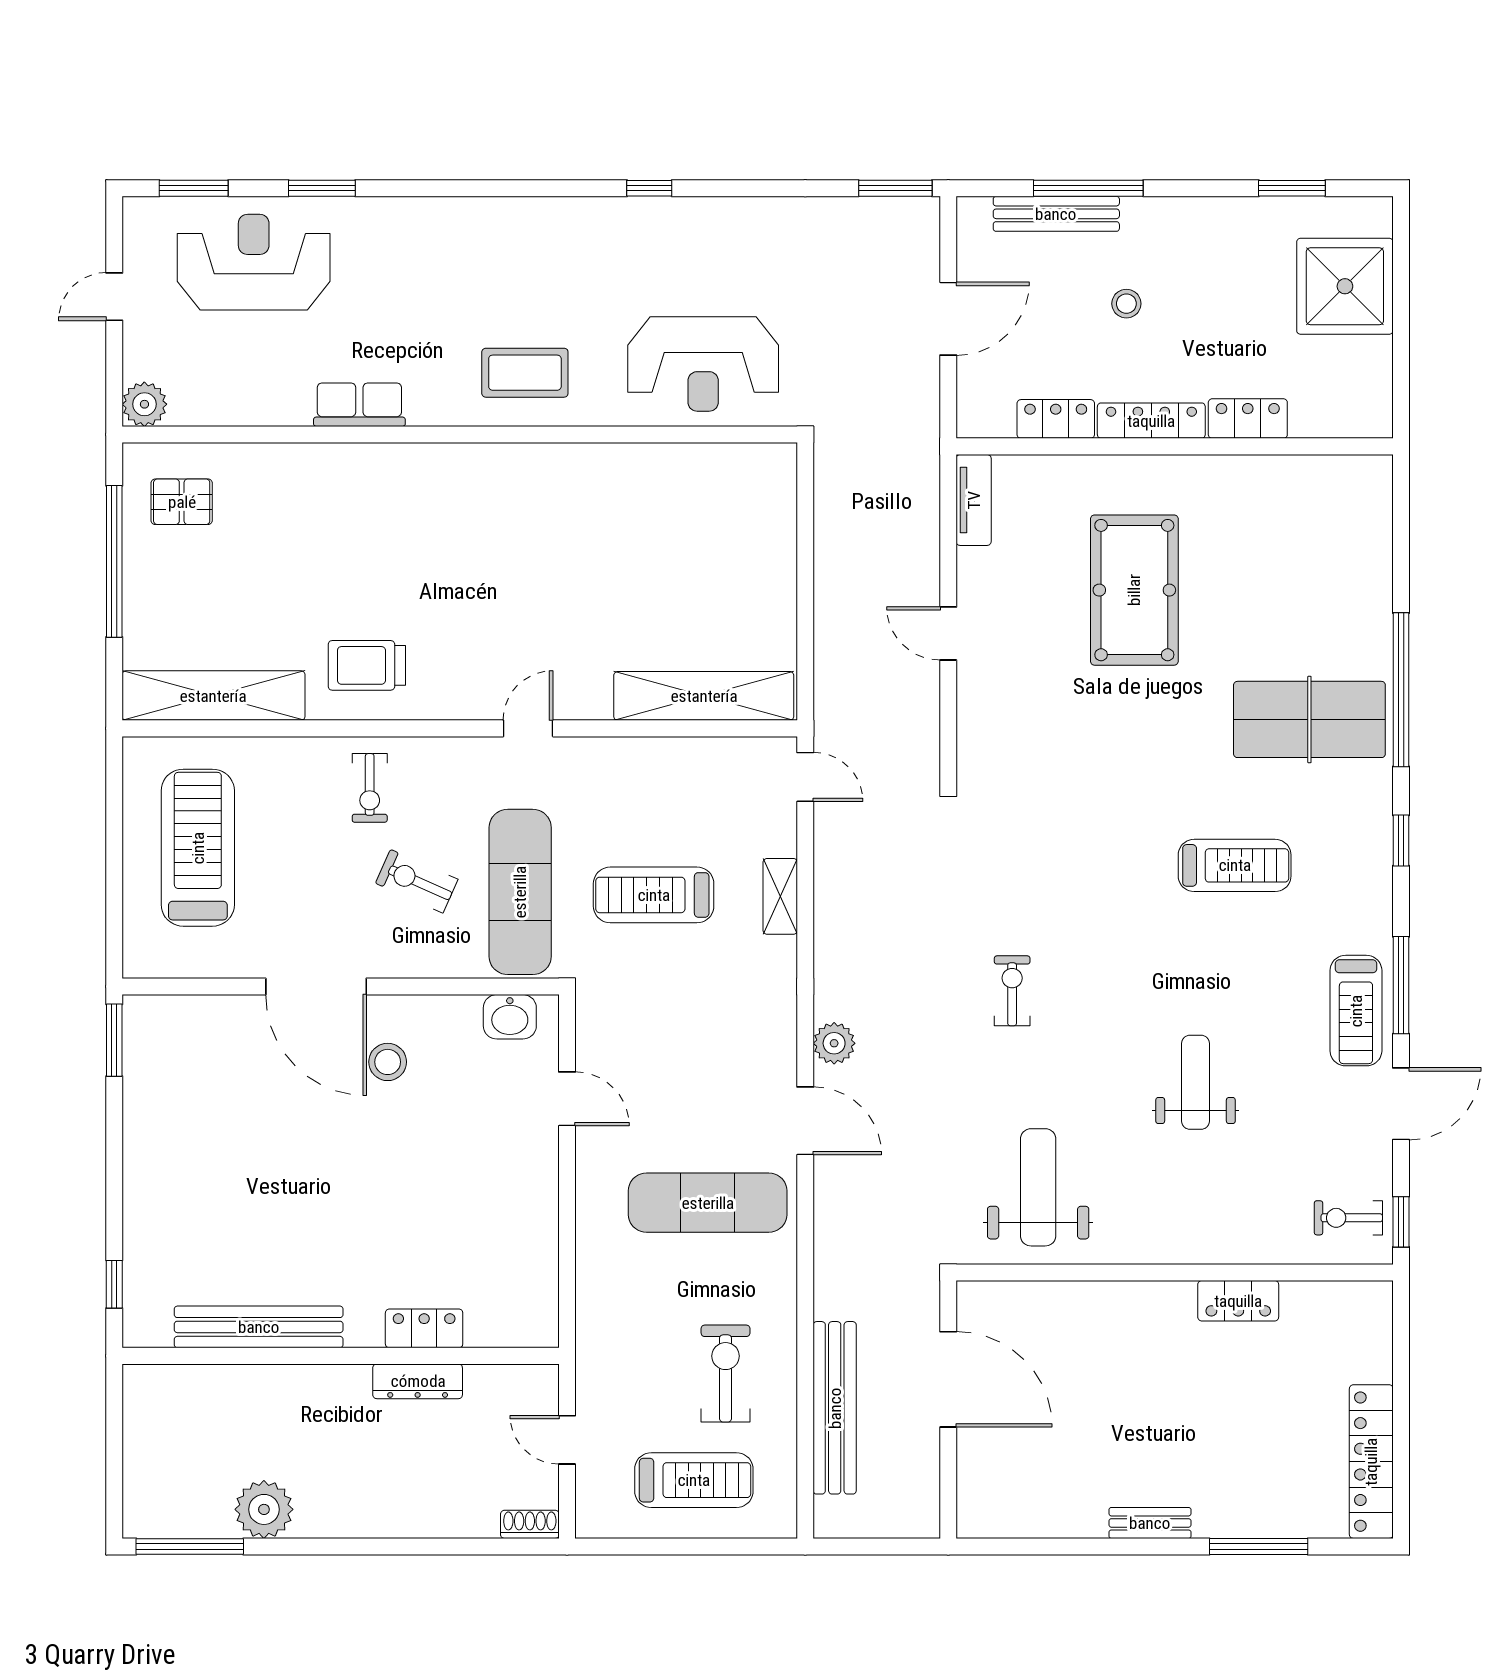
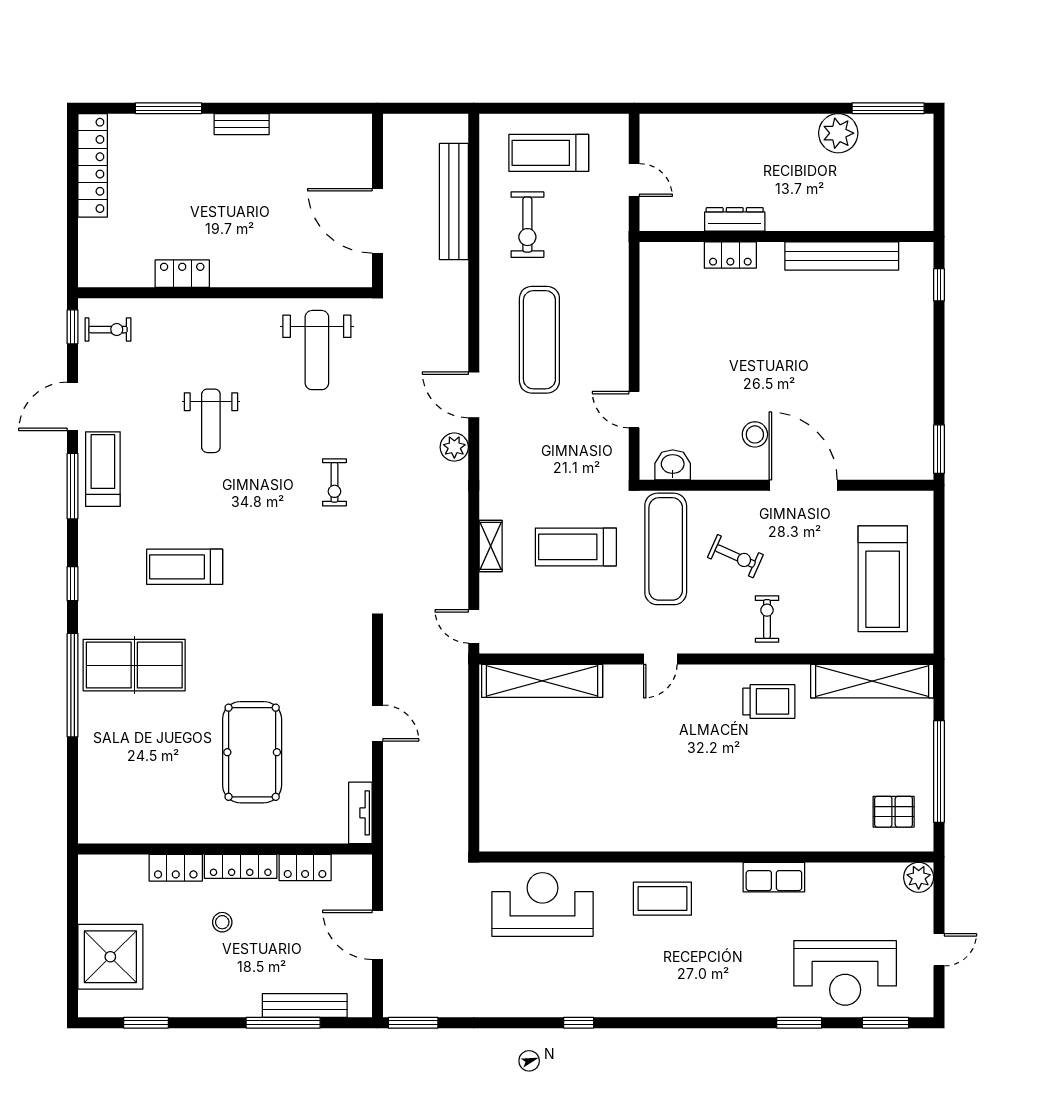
stool: (1126, 304) -> (222, 922), moved
door: (948, 319) -> (377, 935), hinge flipped
treadmill: (654, 895) -> (576, 547), turned 180
exercise mat: (708, 1203) -> (539, 340), turned 90
shoe rack: (530, 1524) -> (659, 123), removed

